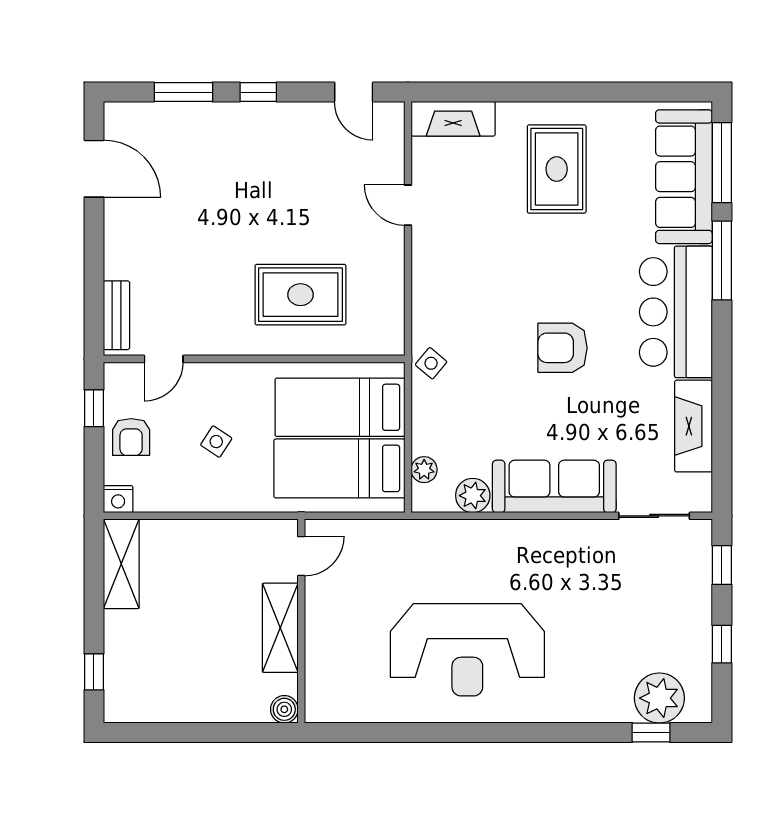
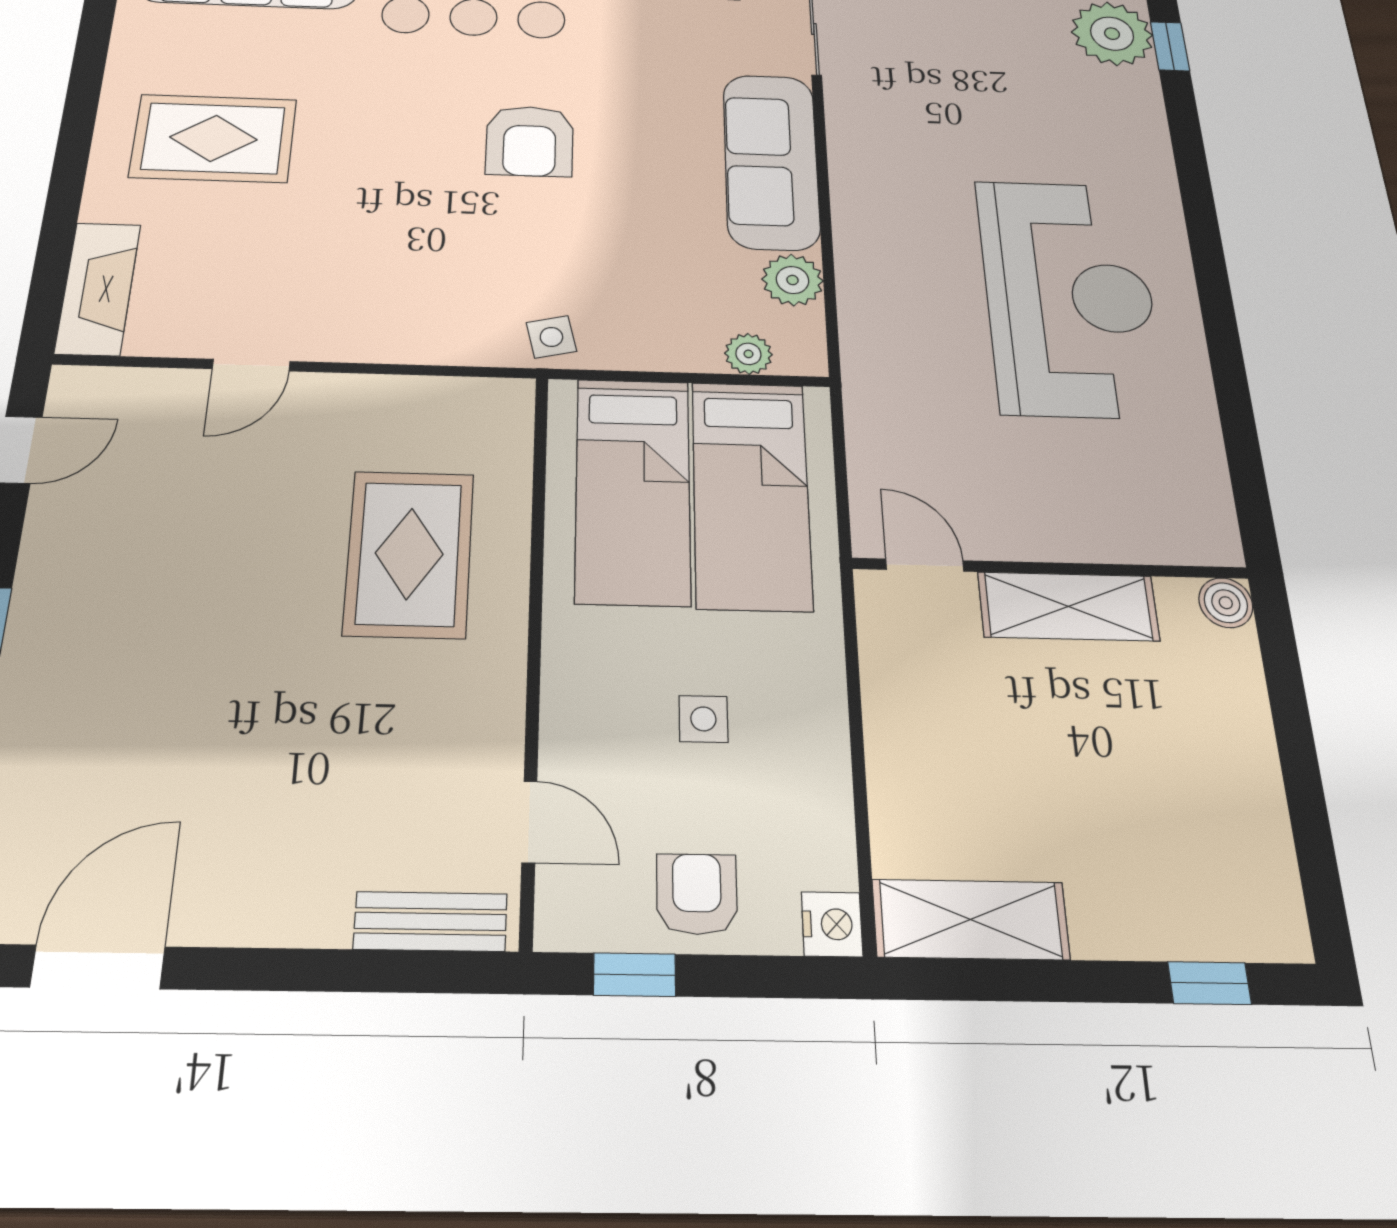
side table: (431, 363) -> (551, 337), turned 37
armchair: (131, 437) -> (697, 894), turned -90
side table: (216, 442) -> (703, 719), turned -33

